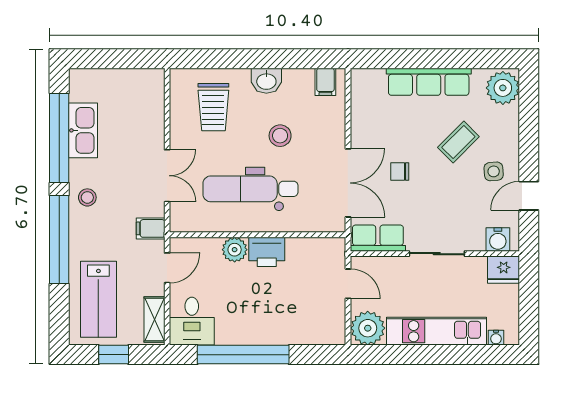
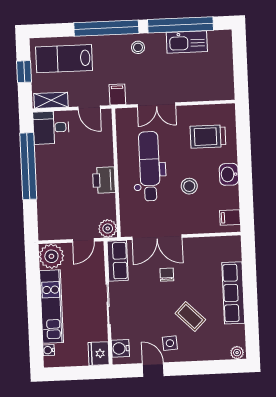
plant: (503, 88) -> (237, 353), width x0.53, depth x0.53
plant: (235, 250) -> (108, 228), moved

